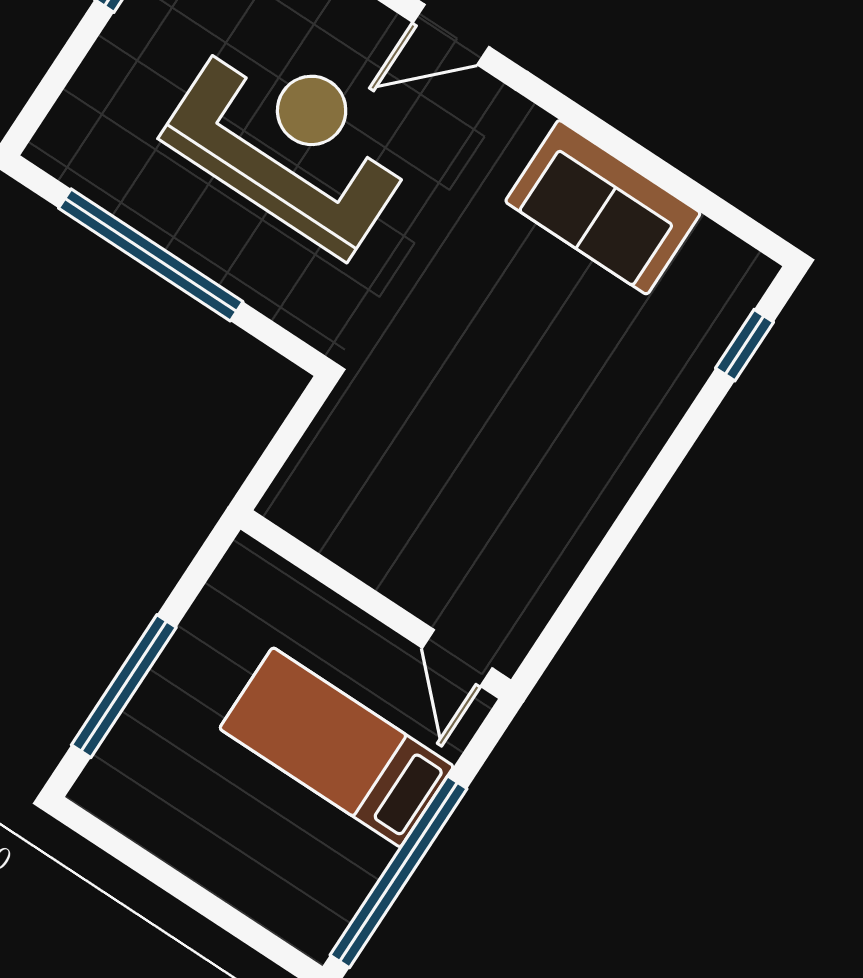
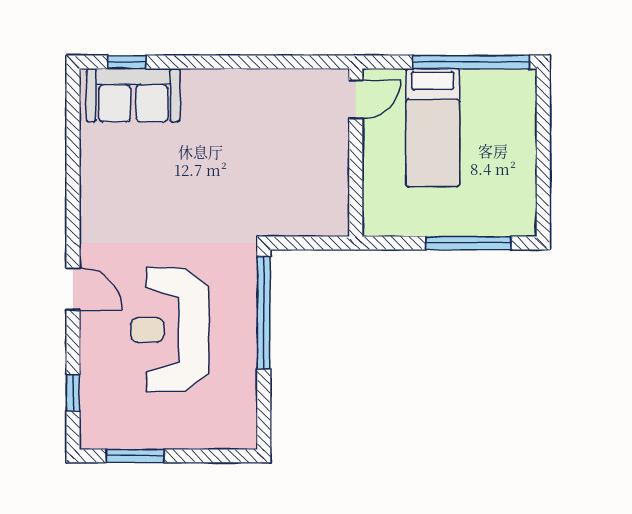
sofa: (603, 207) -> (133, 95), moved, turned 90
window: (151, 255) -> (264, 313), moved

